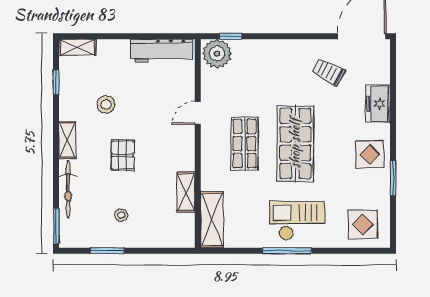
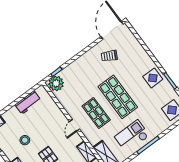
workbench: (161, 51) -> (28, 102), width x0.73
freezer: (378, 104) -> (140, 54), removed
door: (198, 113) -> (75, 125), moved
checkout: (297, 221) -> (132, 136), moved

